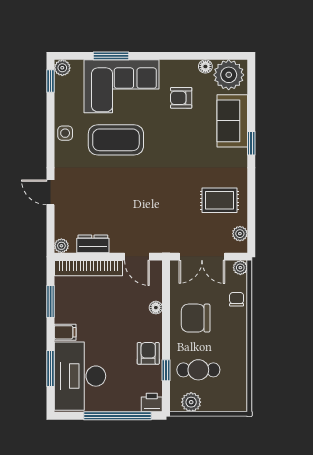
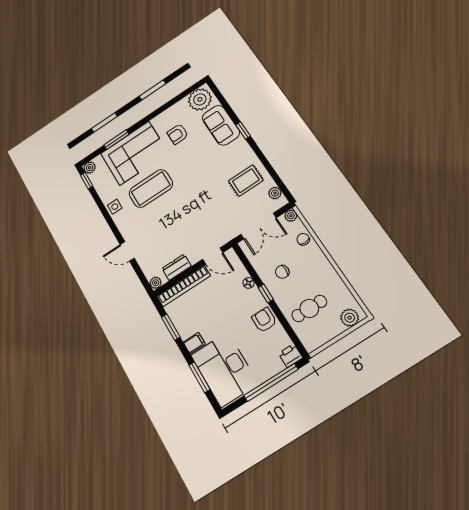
floor lamp: (205, 66) -> (181, 105), removed
chair: (196, 318) -> (282, 272), width x0.54, depth x0.54
window: (166, 370) -> (266, 293), moved
plant: (191, 402) -> (350, 318), moved

